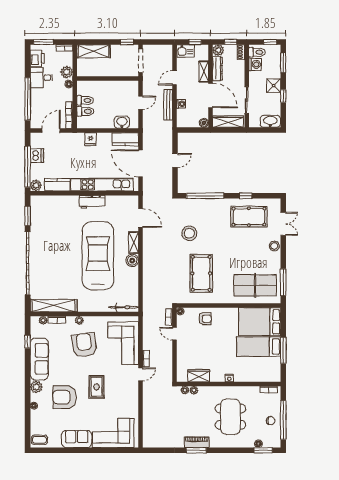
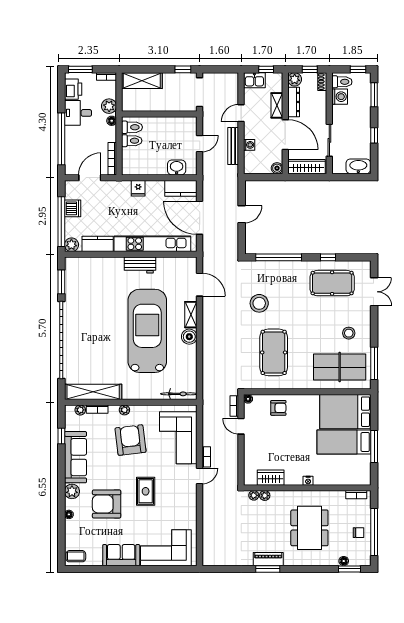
shower: (274, 86) -> (362, 123), removed
toilet: (85, 111) -> (132, 127), moved
stool: (274, 246) -> (349, 333), moved

